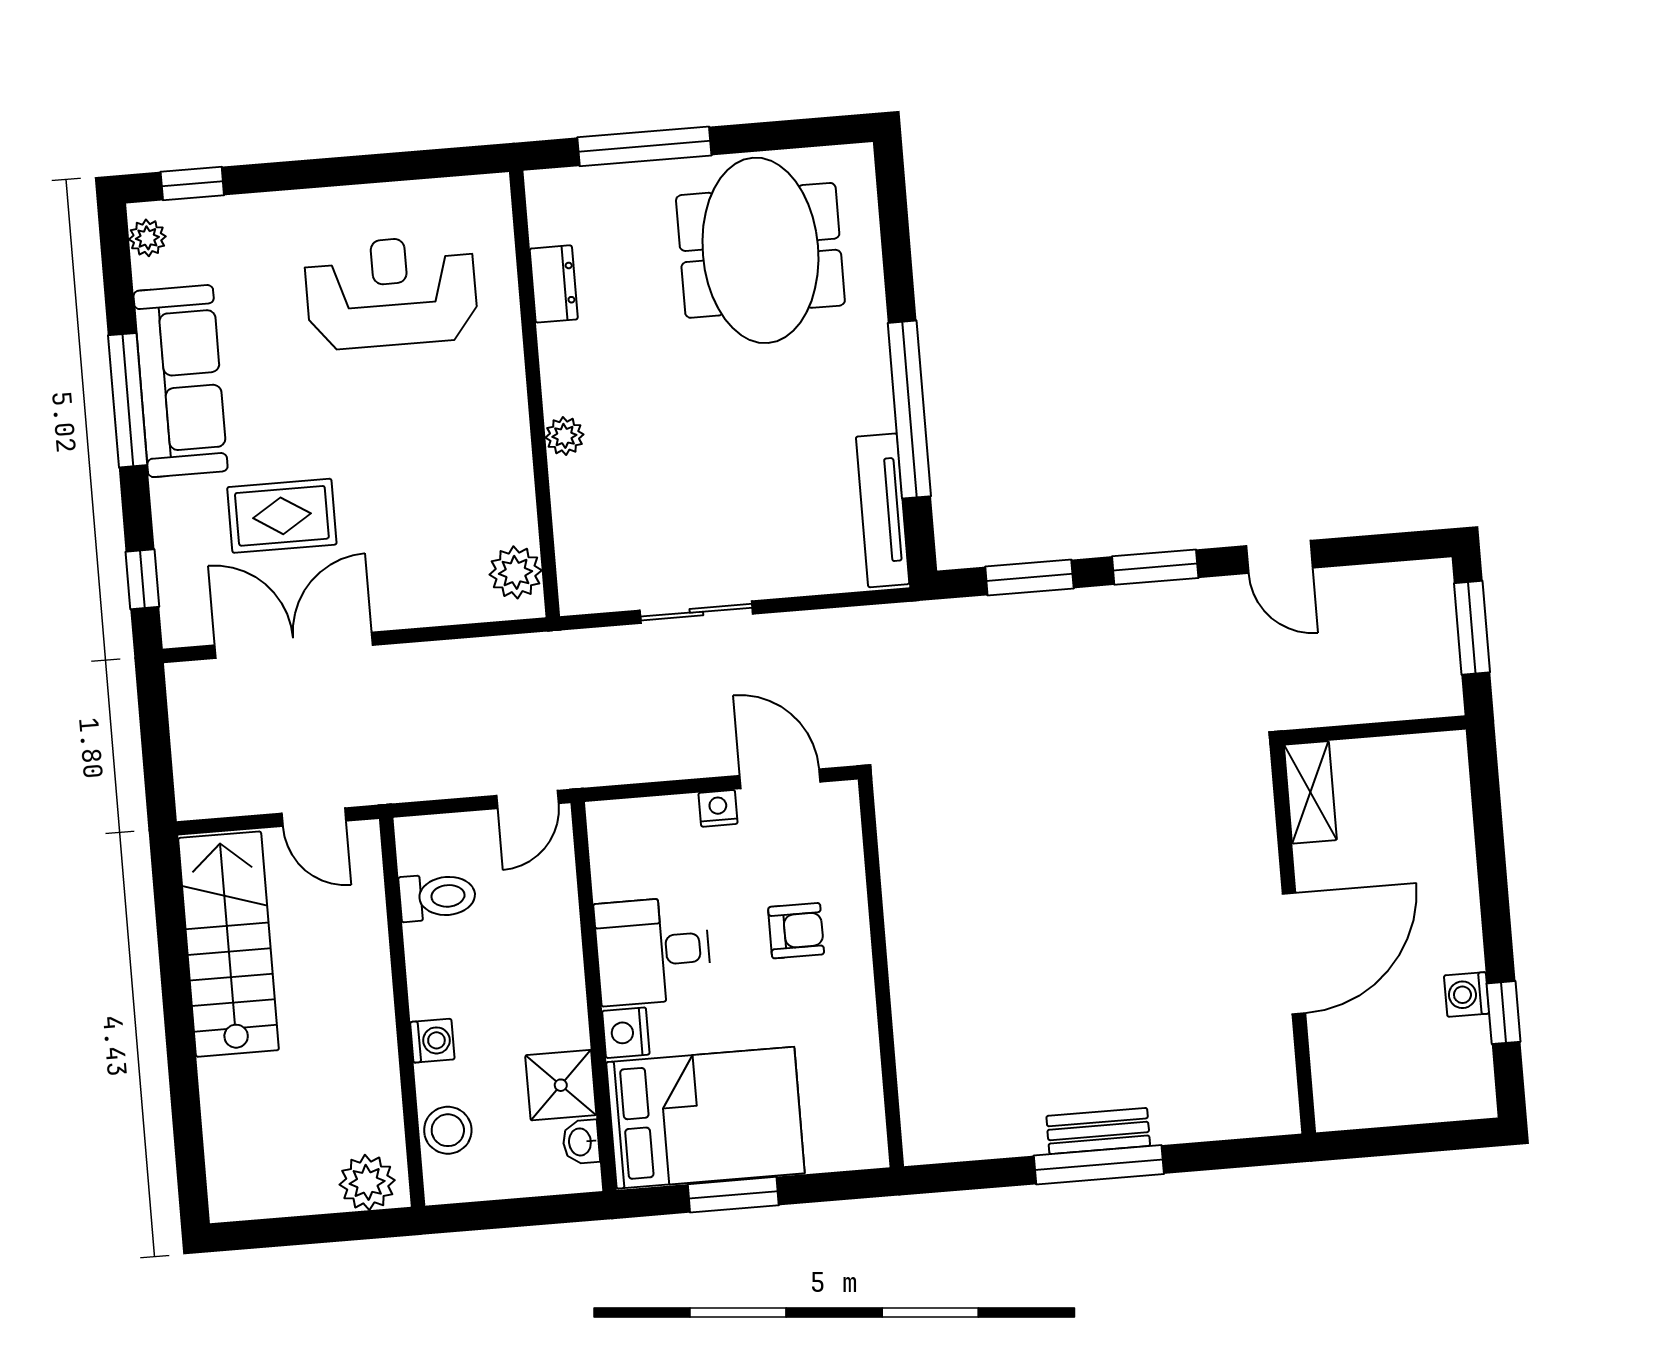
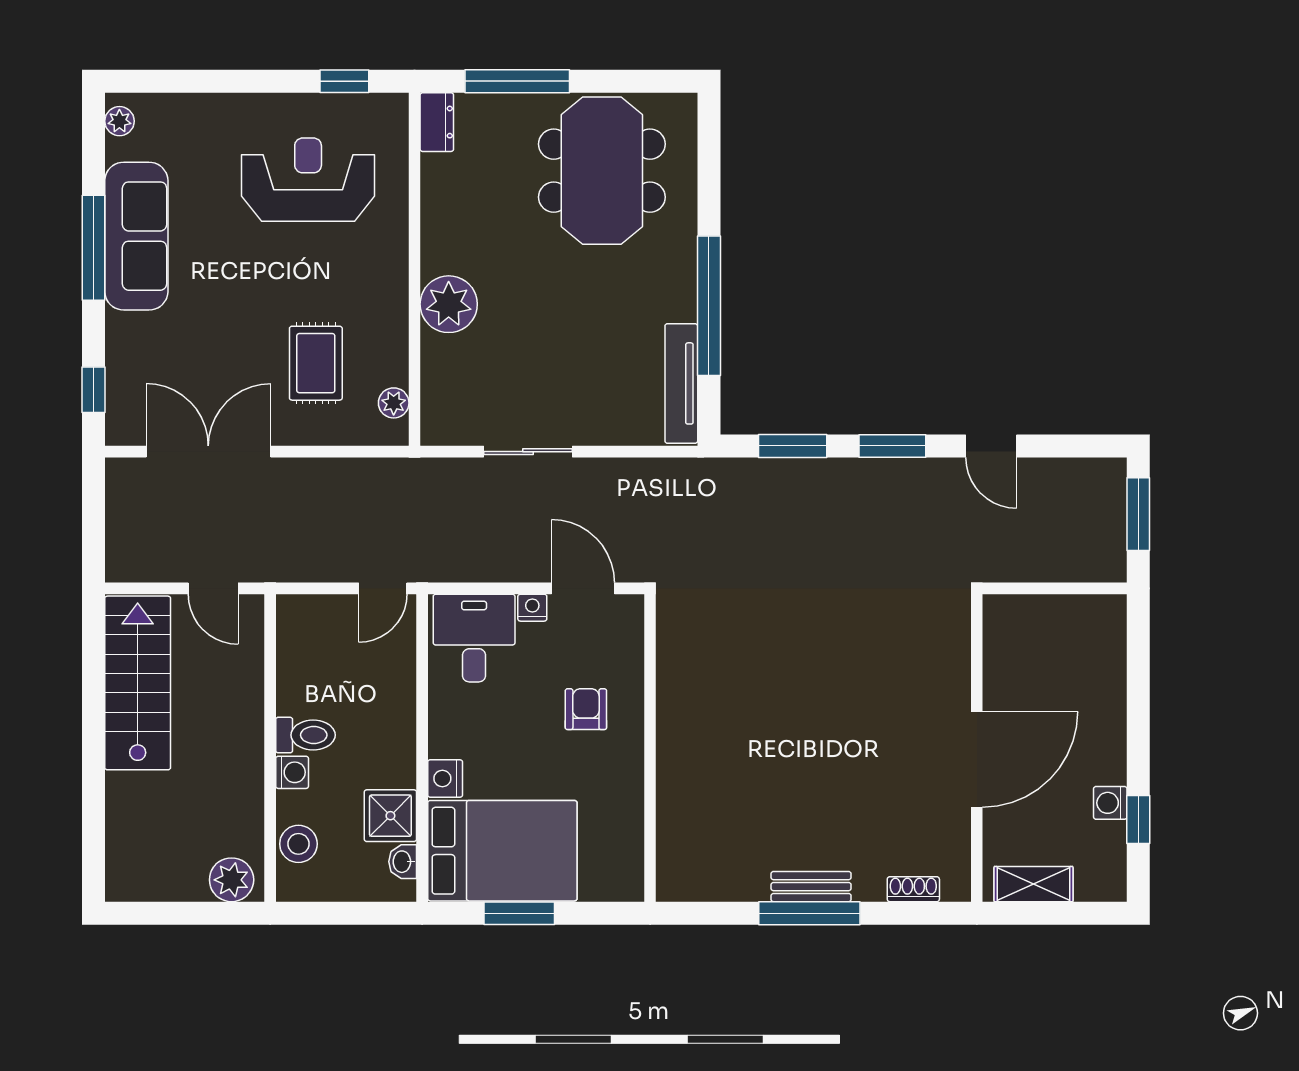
window: (192, 184) -> (344, 81), moved
dresser: (554, 284) -> (437, 122), moved
plant: (564, 436) -> (449, 304), width x1.88, depth x1.88
rug: (282, 516) -> (316, 363), moved, turned 90
plant: (516, 572) -> (394, 403), width x0.73, depth x0.73
shelving: (1310, 792) -> (1033, 884), moved, turned 90
toilet: (437, 897) -> (305, 735), moved
armchair: (796, 931) -> (586, 709), turned -90
desk: (653, 951) -> (474, 638), moved, turned 90
shoe rack: (1227, 1124) -> (913, 889), added

